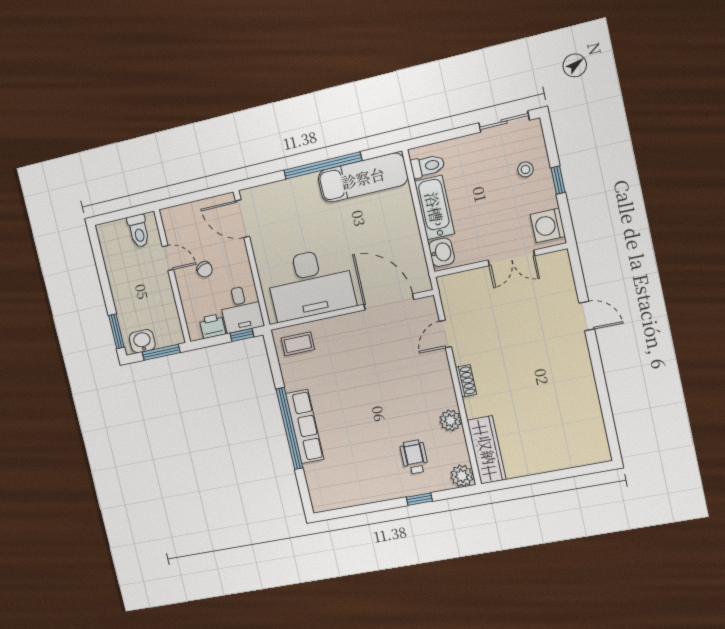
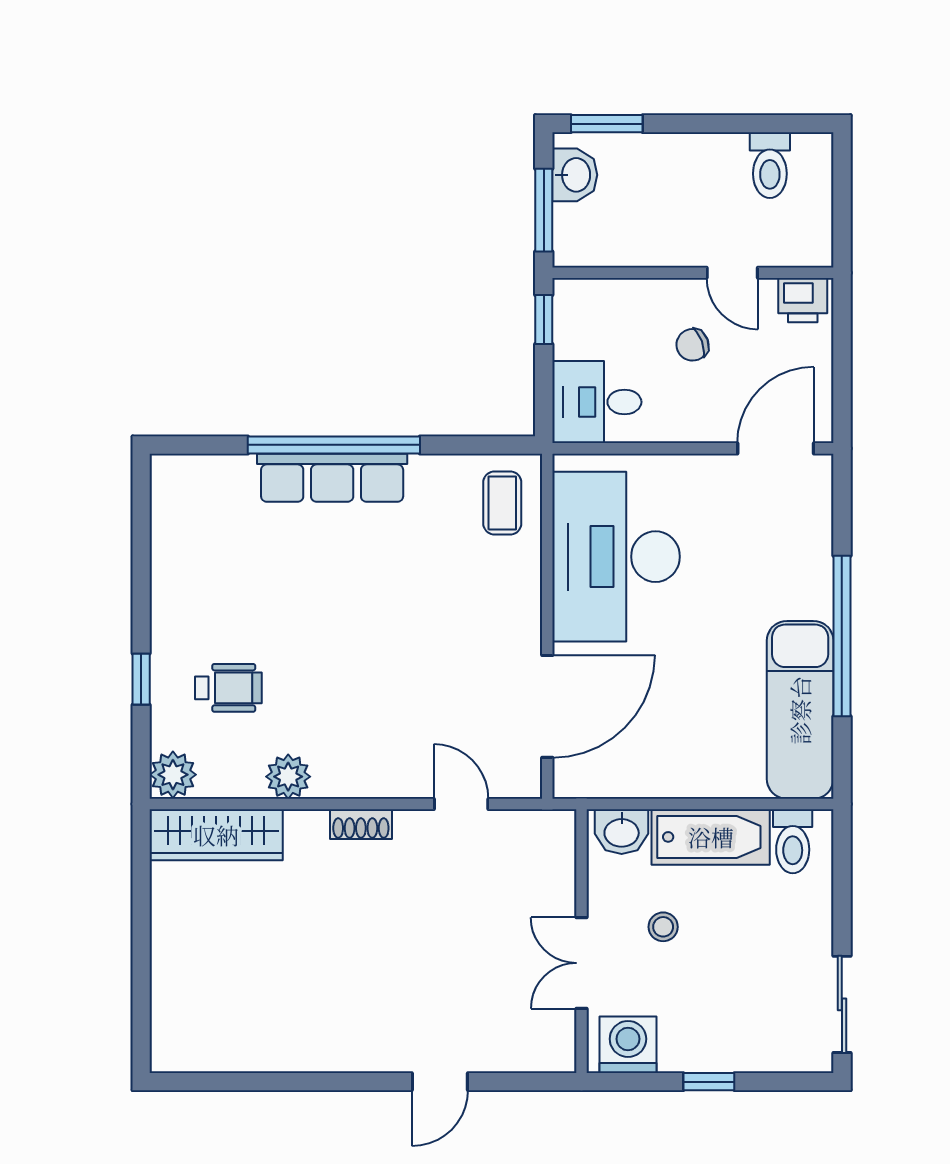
stool: (525, 169) -> (663, 927), moved
toilet: (139, 231) -> (770, 165), moved, turned -90
door: (168, 258) -> (732, 273), hinge flipped
printer: (212, 326) -> (803, 300), moved, turned 90
window: (242, 335) -> (544, 319), moved

